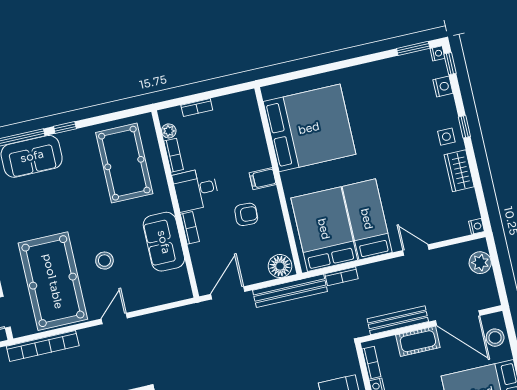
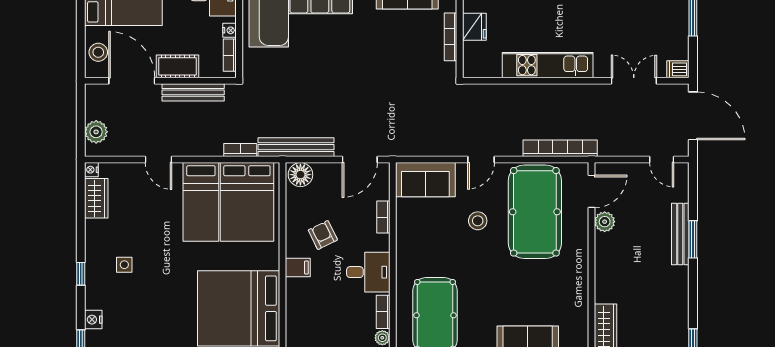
side table: (446, 137) -> (124, 265), moved
wardrobe: (459, 171) -> (96, 198), moved
armchair: (246, 214) -> (323, 235), turned 61
bookcase: (190, 228) -> (383, 217), moved
sofa: (164, 242) -> (425, 180), moved, turned 90

